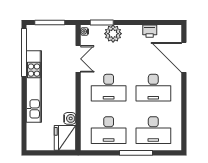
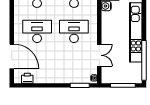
printer: (150, 31) -> (27, 78), moved
plant: (113, 34) -> (70, 76), removed
double door: (78, 59) -> (99, 55), swing flipped

